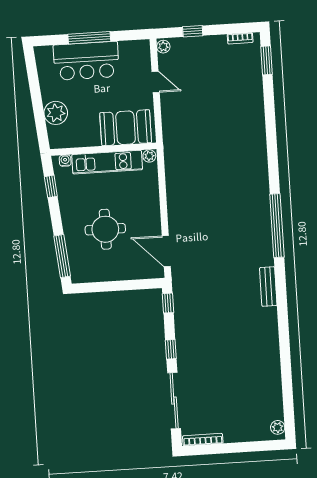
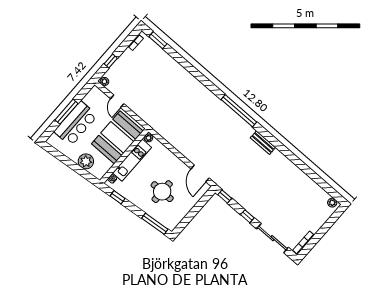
door: (156, 82) -> (117, 101), swing flipped
booth: (126, 128) -> (117, 137), width x1.36, depth x1.42
door: (166, 251) -> (200, 173), hinge flipped

